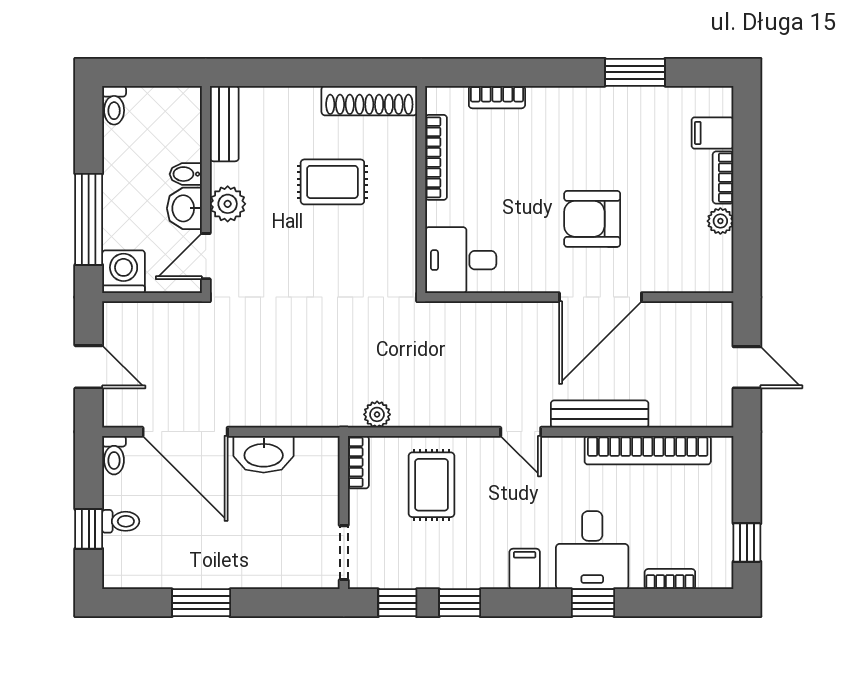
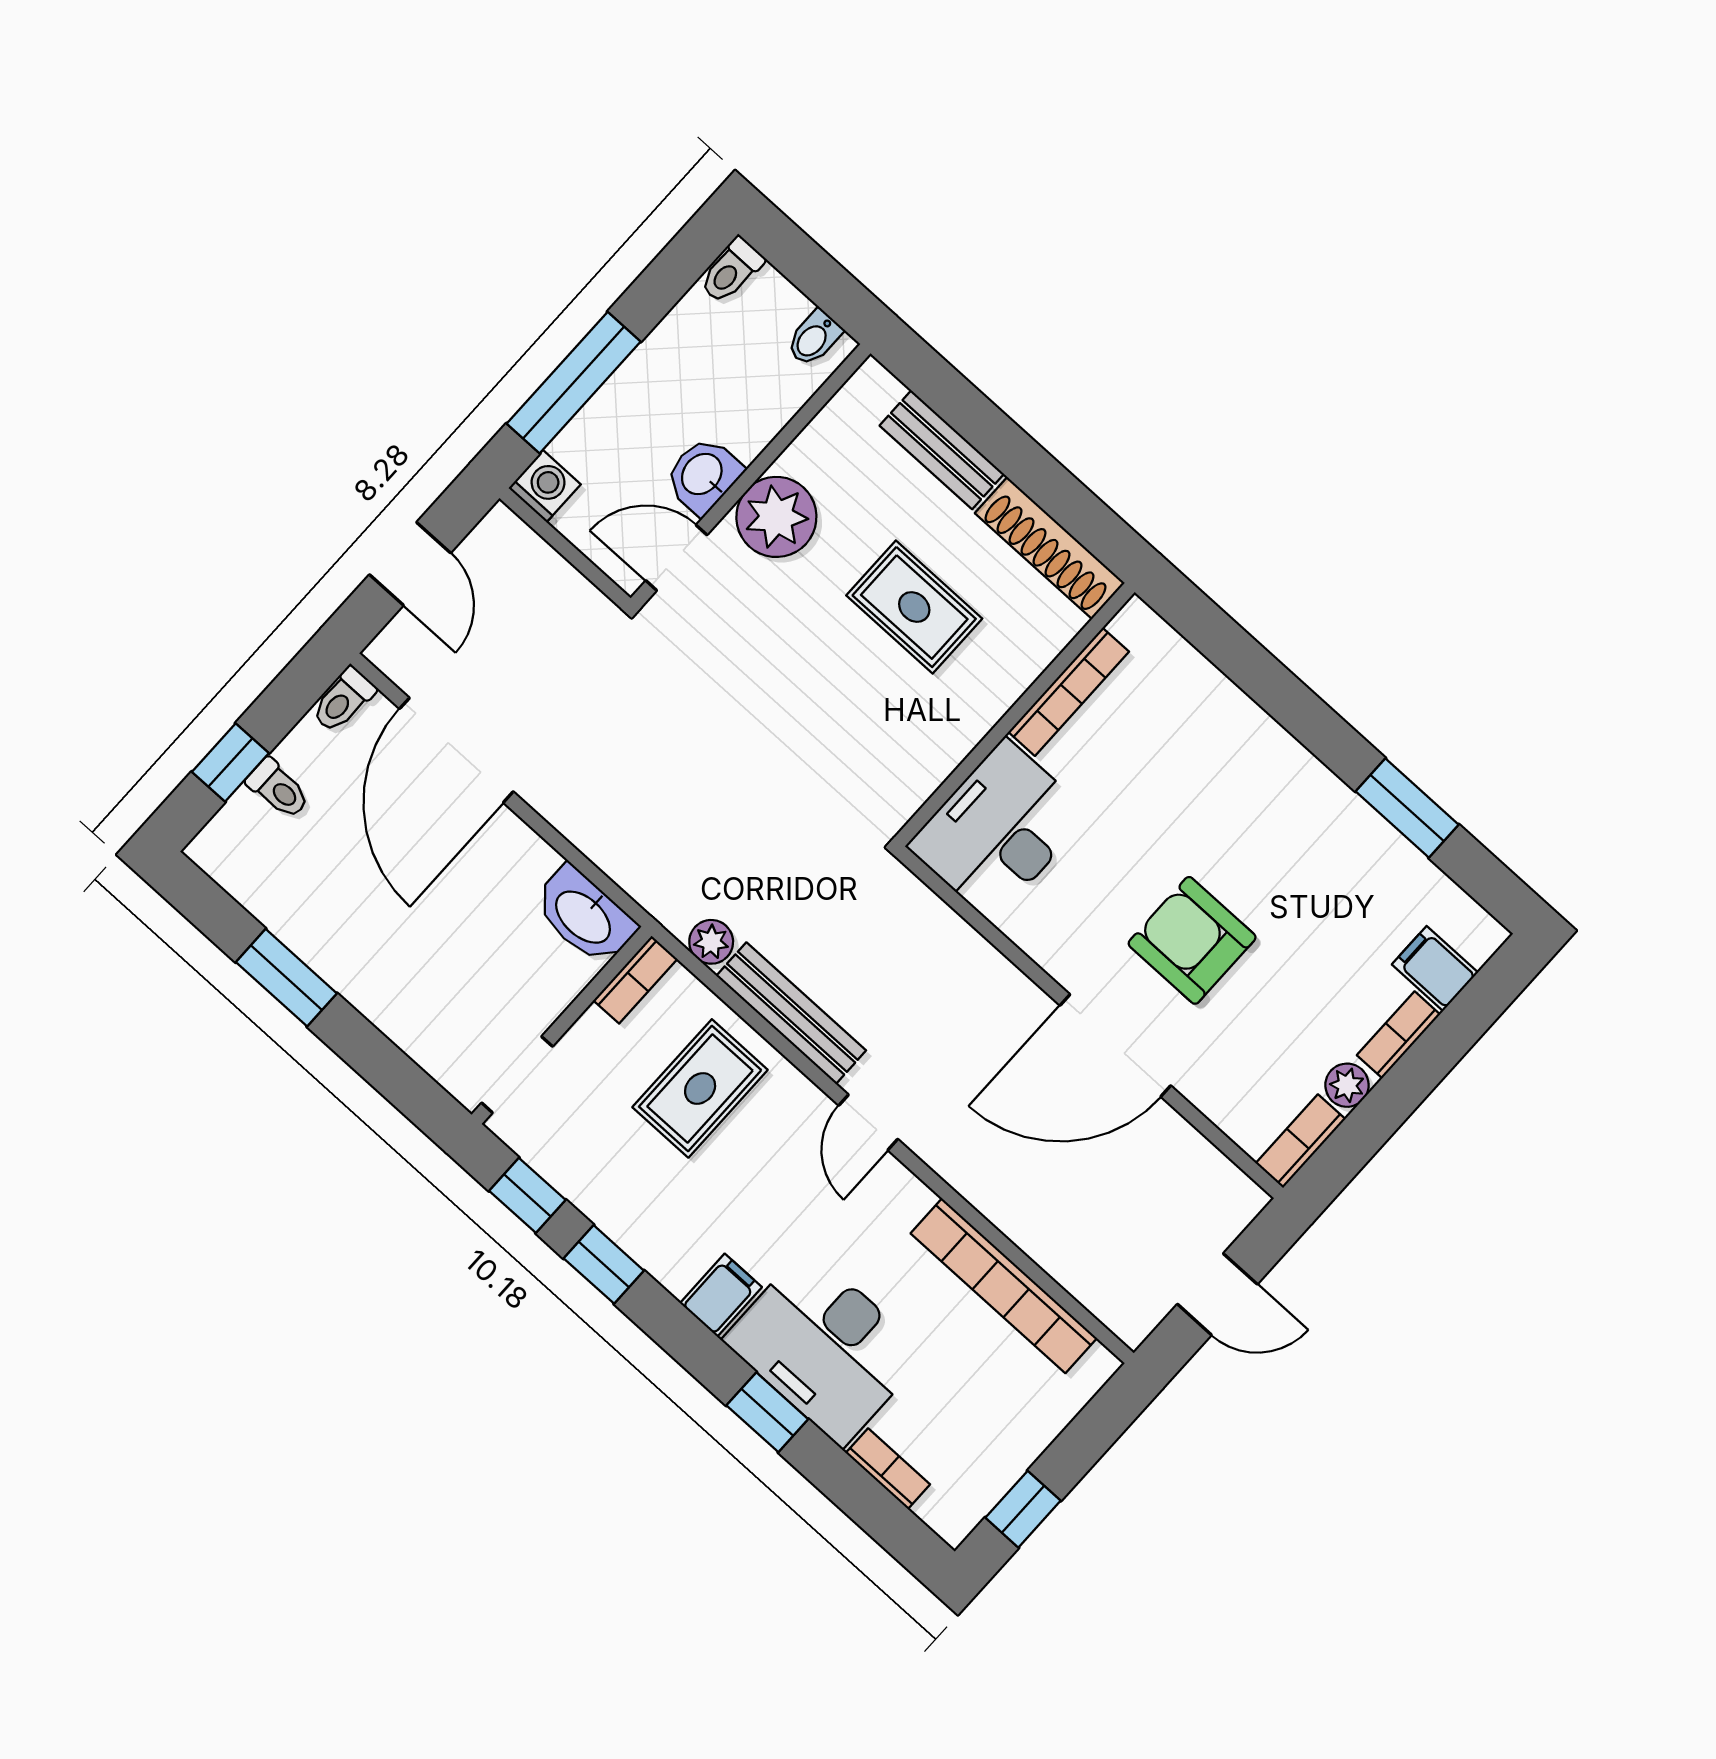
bookcase: (497, 97) -> (1301, 1141), moved, turned 90
bench: (224, 124) -> (942, 450), moved, turned 90
bidet: (186, 174) -> (814, 338), moved, turned -90
plant: (228, 204) -> (776, 517), width x1.36, depth x1.36
desk: (461, 260) -> (999, 830), width x1.37
washing machine: (124, 272) -> (545, 486), width x0.73, depth x0.73
door: (747, 367) -> (1217, 1294), hinge flipped
bench: (600, 414) -> (791, 1013), moved
washbasin: (264, 454) -> (584, 916), moved
desk: (592, 550) -> (825, 1347), width x1.37

